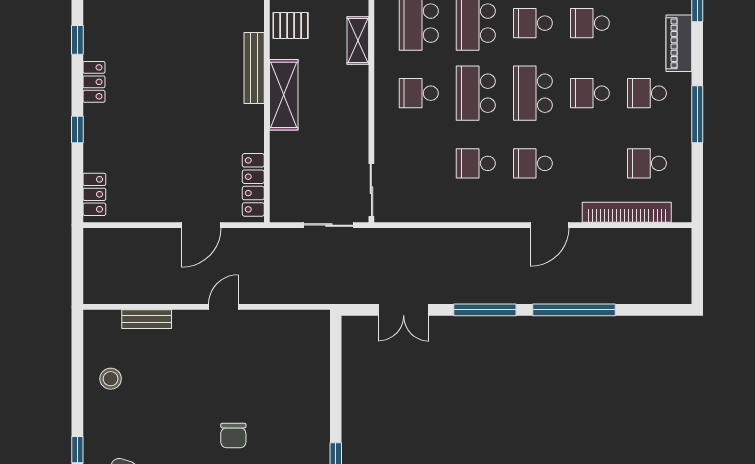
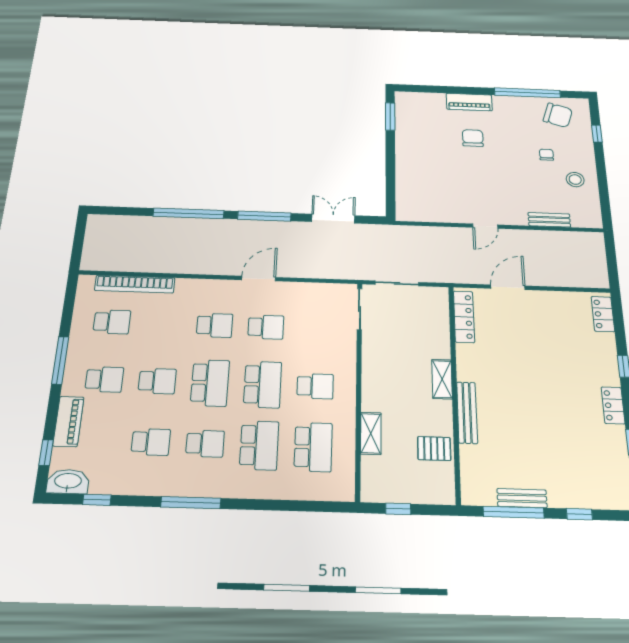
shelving: (284, 95) -> (442, 379), width x0.67, depth x0.75
door: (550, 225) -> (259, 279), moved
chair: (143, 414) -> (546, 155), added

